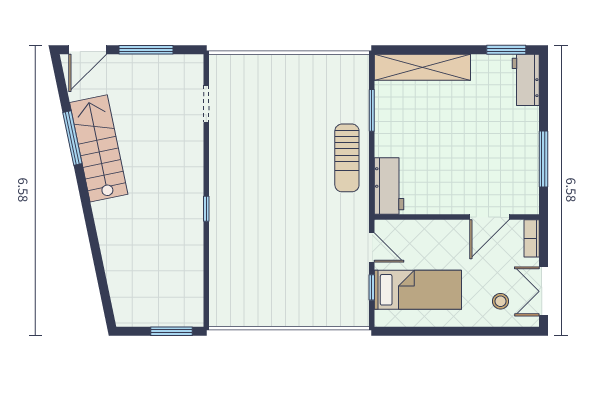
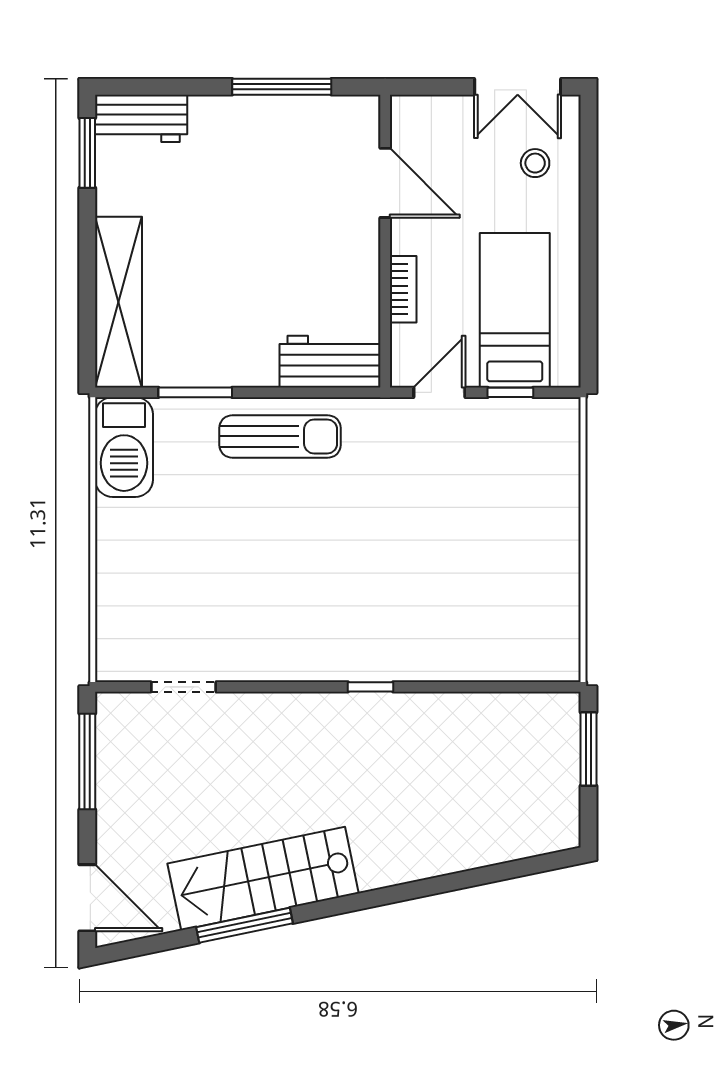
window: (146, 50) -> (87, 761), moved
barbecue: (341, 70) -> (124, 447), added
bookcase: (532, 238) -> (403, 289), moved, turned -90

